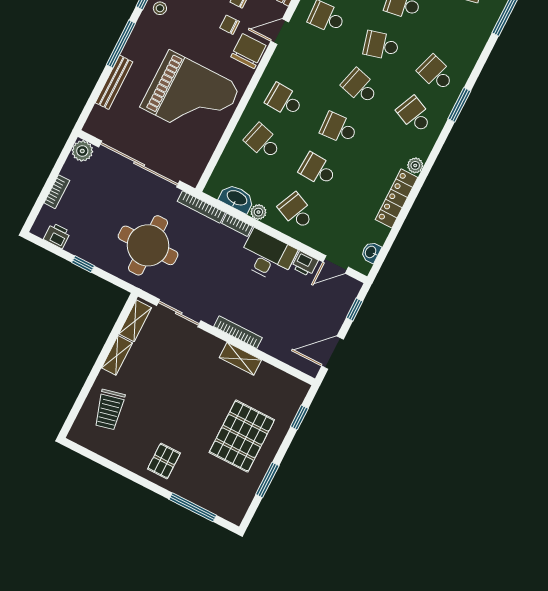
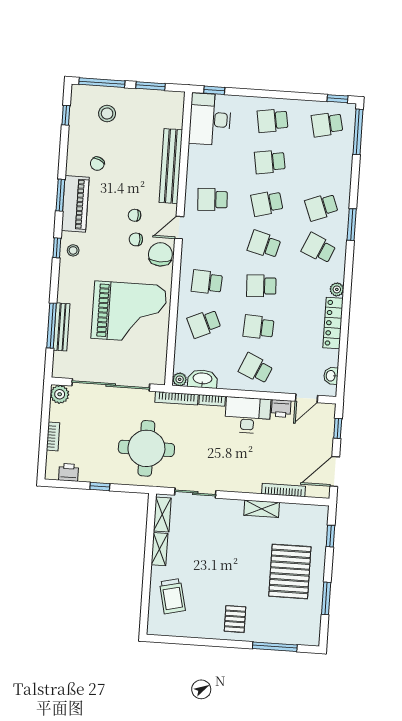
window: (121, 44) -> (52, 326), moved
school desk: (436, 73) -> (321, 207), turned -39
school desk: (263, 142) -> (204, 323), turned -39
plant: (258, 212) -> (180, 379), moved
bookcase: (238, 332) -> (284, 490), moved

